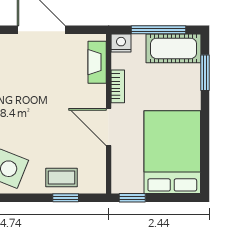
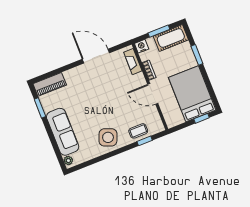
window: (158, 30) -> (159, 31), width x0.69
window: (205, 73) -> (197, 55), moved
window: (132, 198) -> (202, 118), moved

